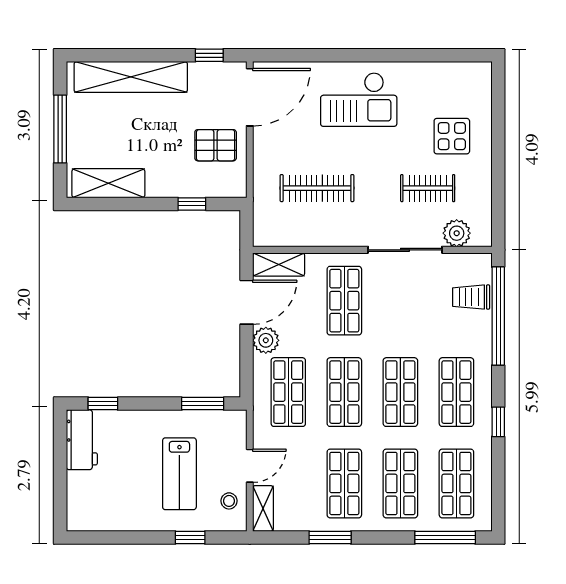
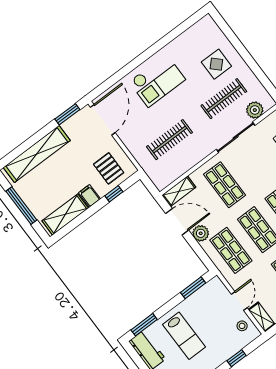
window: (209, 55) -> (67, 114), width x1.50
pallet: (216, 145) -> (109, 168), moved, turned 90
filing cabinet: (158, 183) -> (89, 196), added
clothes rail: (428, 188) -> (224, 99), width x1.36
door: (247, 302) -> (177, 222), hinge flipped
window: (103, 404) -> (144, 325), width x1.50
lab bench: (179, 474) -> (184, 336), moved

